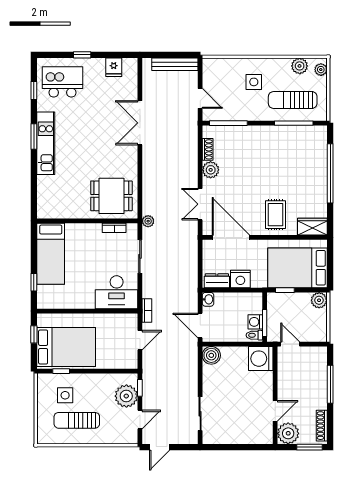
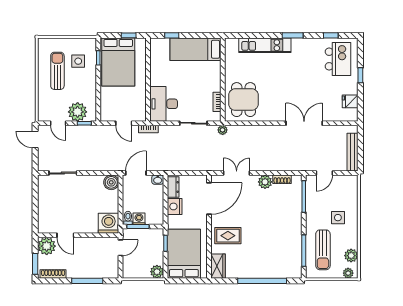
sun lounger: (293, 100) -> (323, 250), turned 180
kitchen unit: (46, 143) -> (265, 45), moved

